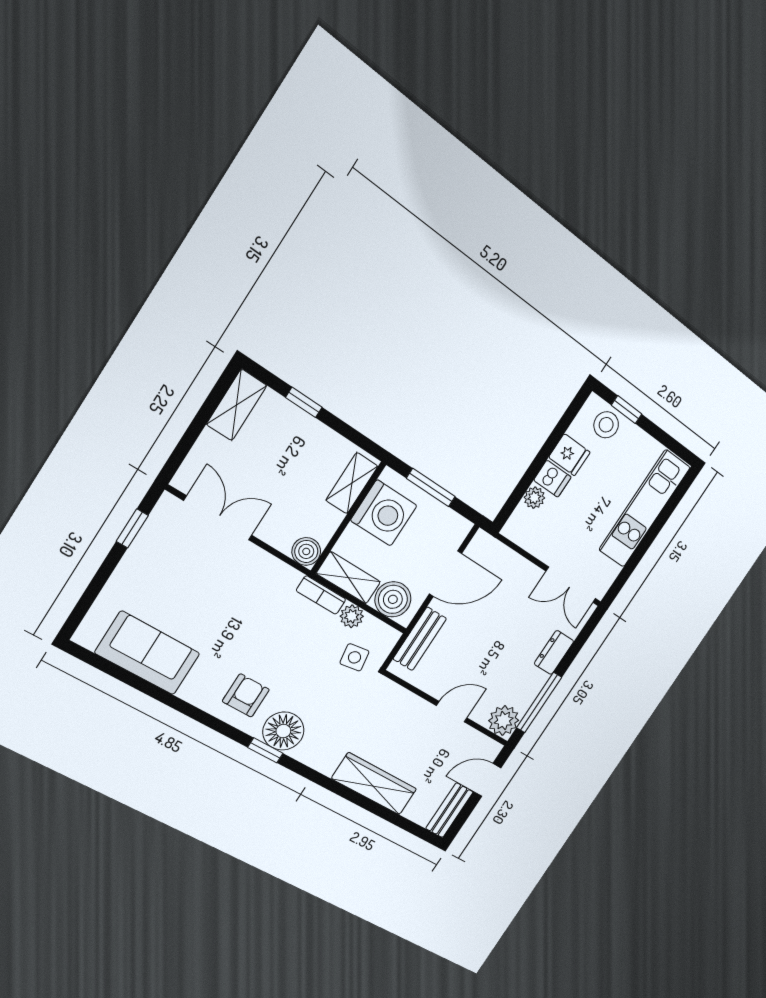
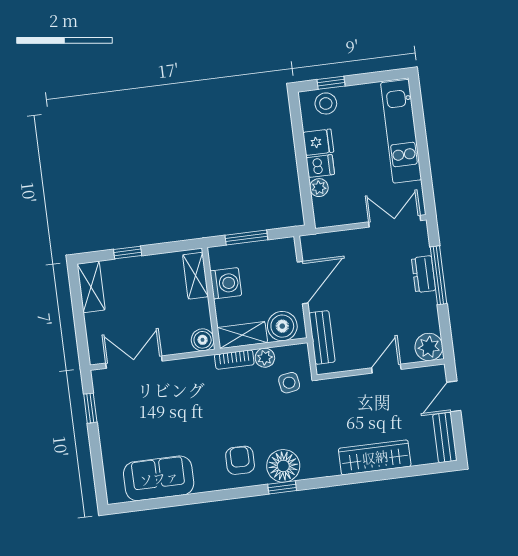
washing machine: (384, 513) -> (226, 283), width x0.73, depth x0.73
double door: (571, 585) -> (395, 221), swing flipped
window: (539, 702) -> (438, 275), moved

